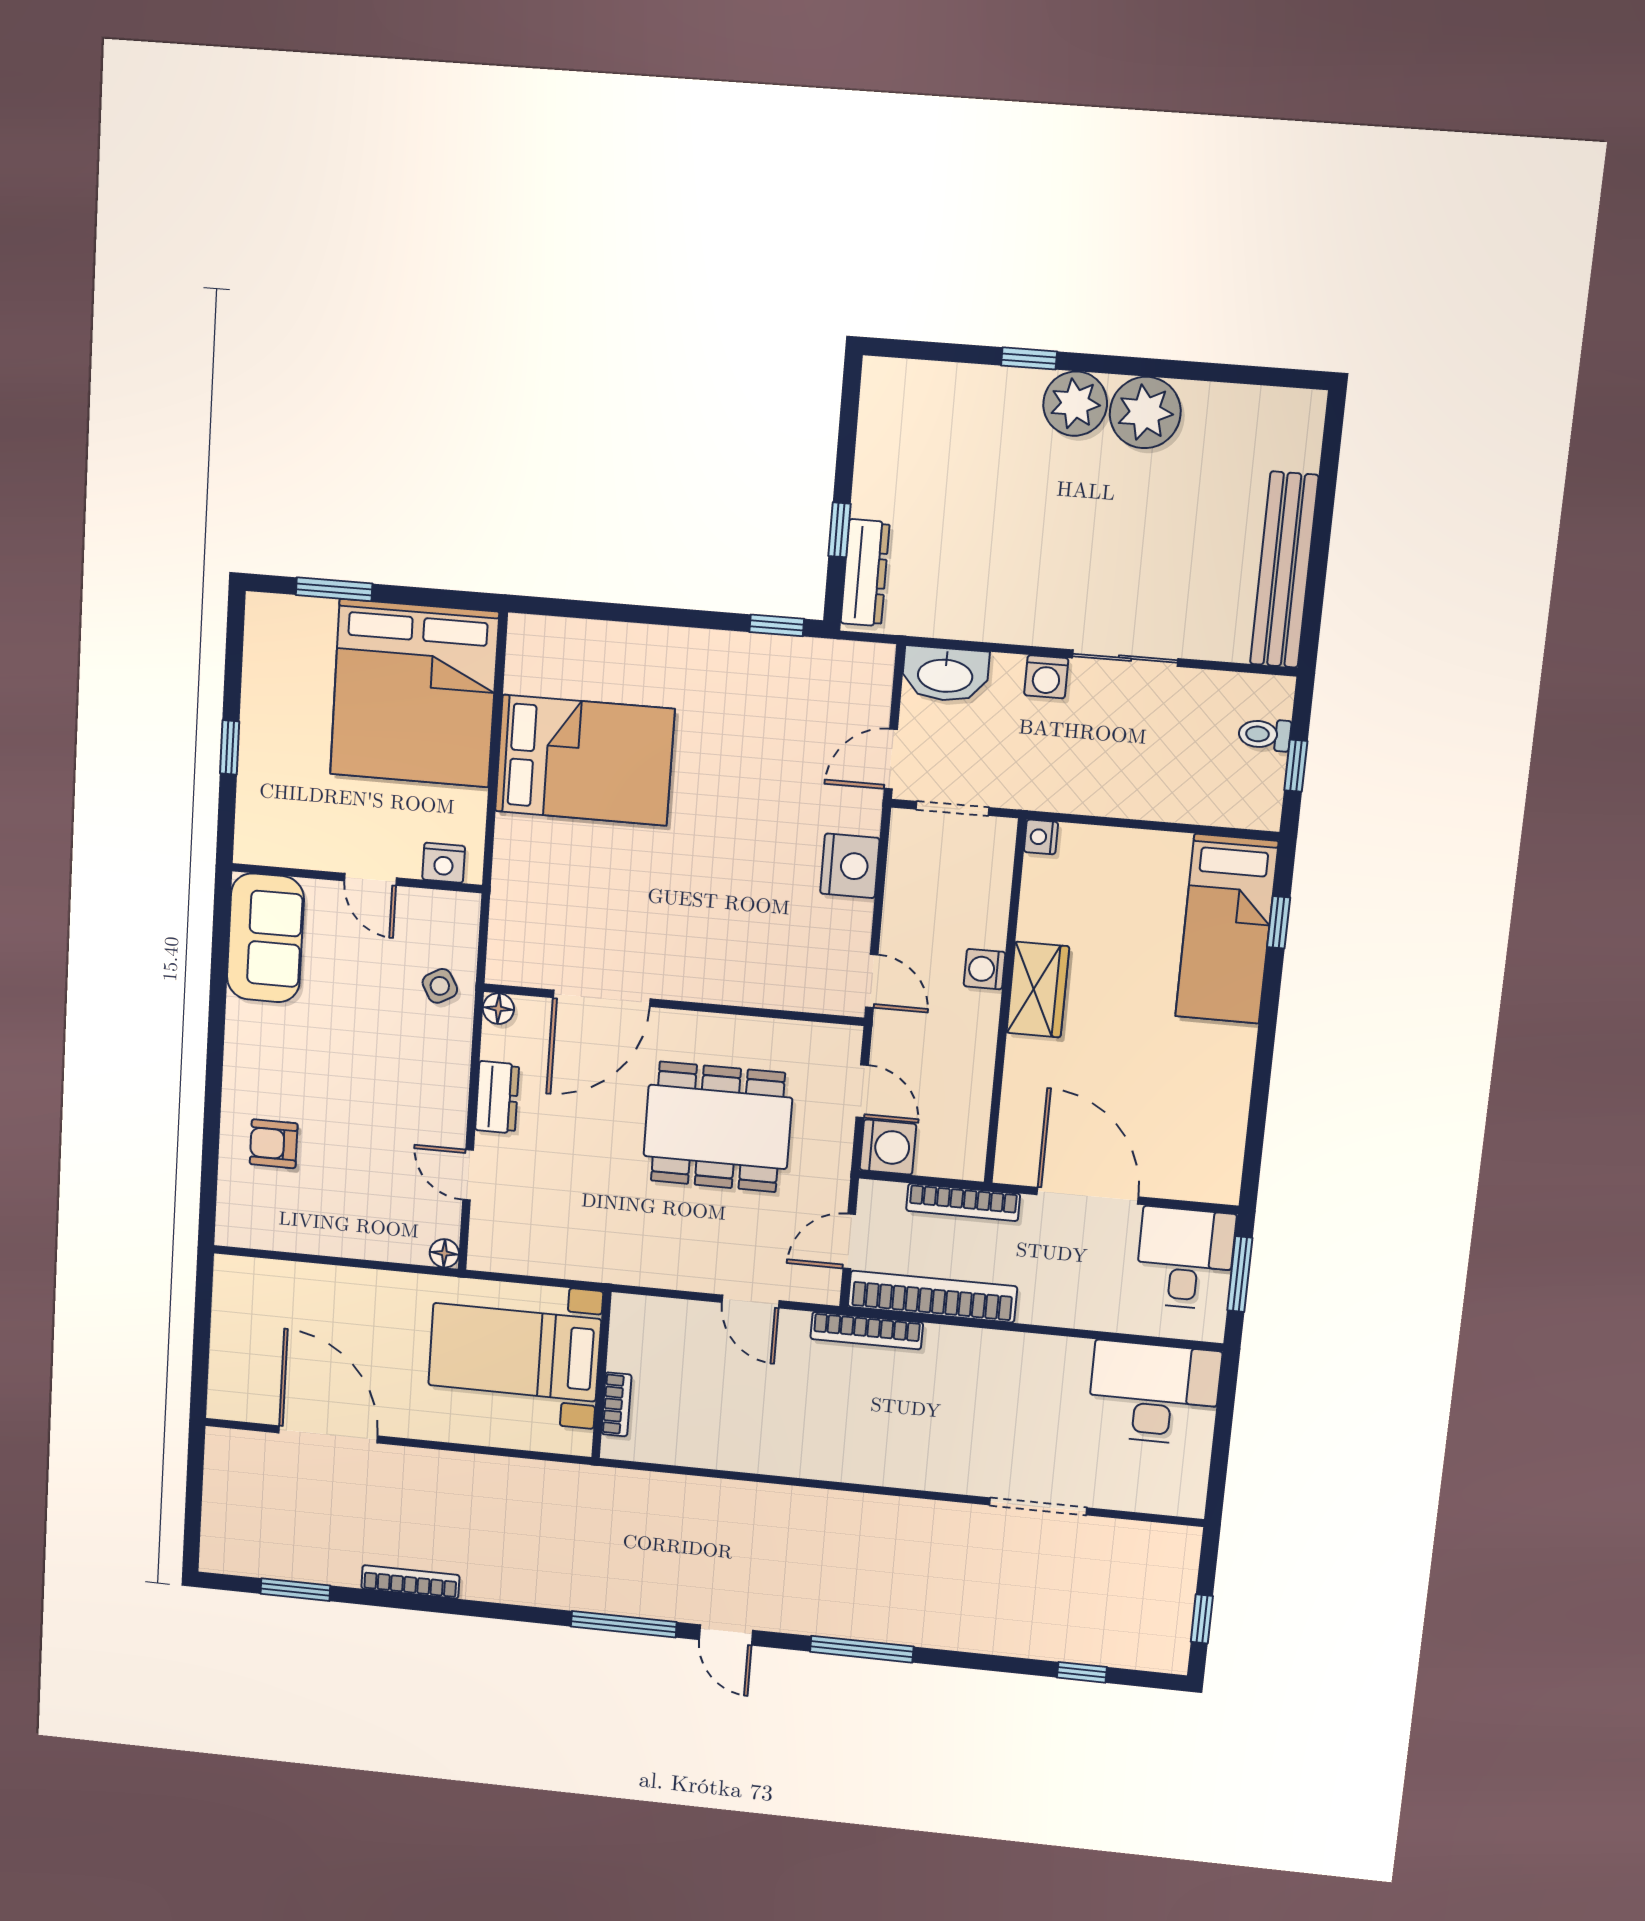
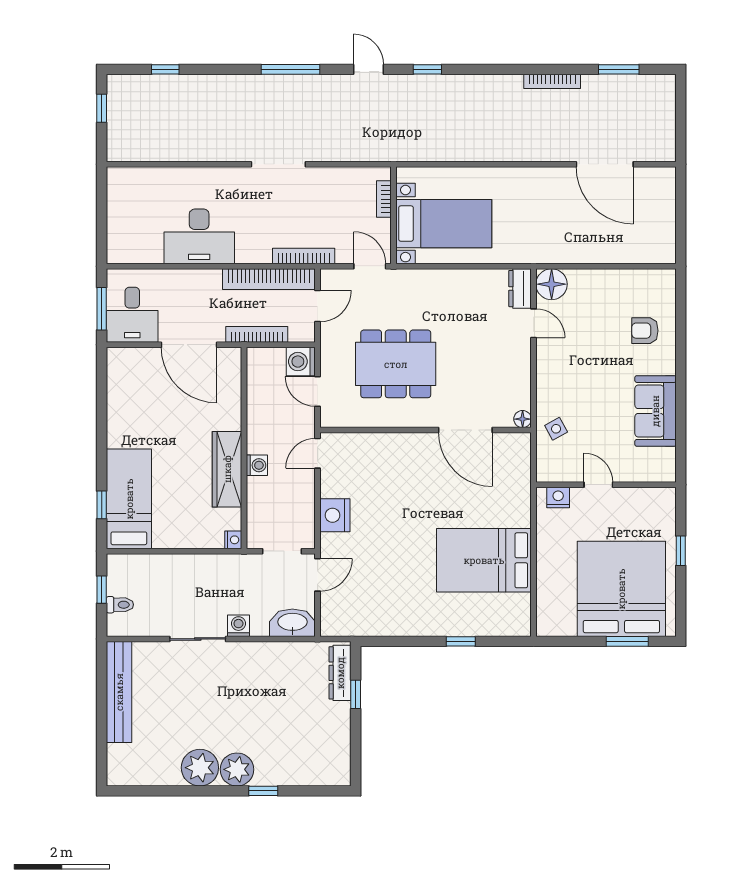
window: (777, 625) -> (461, 641), moved
bed: (414, 693) -> (621, 589), moved
sofa: (265, 938) -> (655, 411), moved
door: (872, 981) -> (318, 453), hinge flipped
wardrobe: (1038, 990) -> (227, 469), width x1.50
door: (602, 998) -> (465, 430), swing flipped
dresser: (497, 1097) -> (520, 289), moved
armchair: (274, 1144) -> (645, 331), turned 180
floor lamp: (444, 1253) -> (552, 284), width x1.89, depth x1.89
bed with nightstands: (515, 1352) -> (444, 224), moved
wall: (601, 1375) -> (394, 215), moved
desk: (1154, 1393) -> (199, 236), moved
bookcase: (616, 1404) -> (384, 199), moved
doorway: (1038, 1506) -> (278, 164), moved
window: (624, 1624) -> (427, 69), width x0.46

